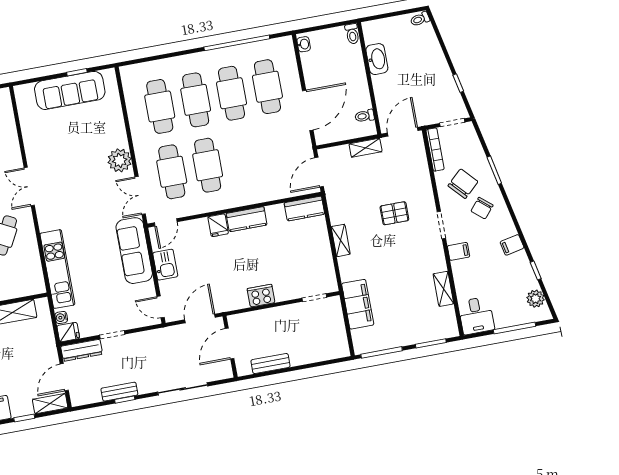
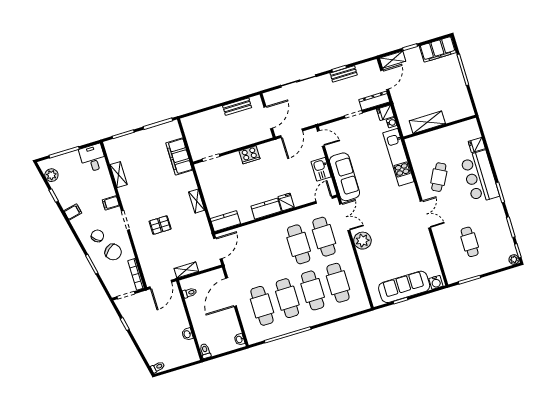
washbasin: (377, 59) -> (187, 334), width x0.52, depth x0.69
water cooler: (26, 92) -> (436, 282), added
chair: (463, 184) -> (113, 252), turned -88

